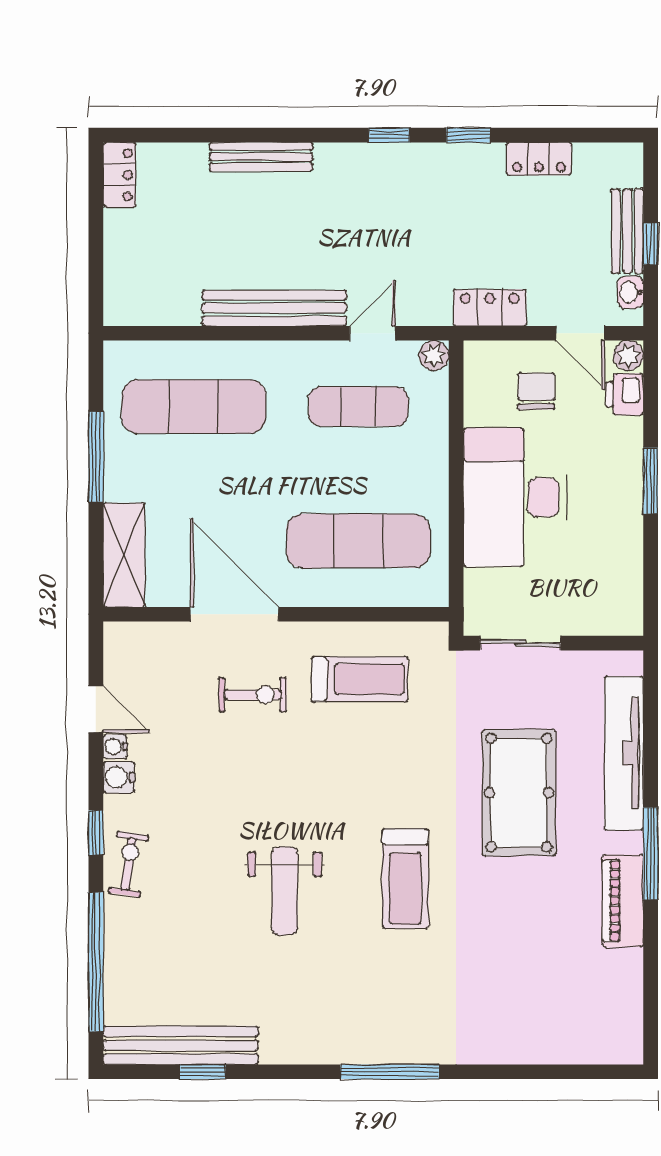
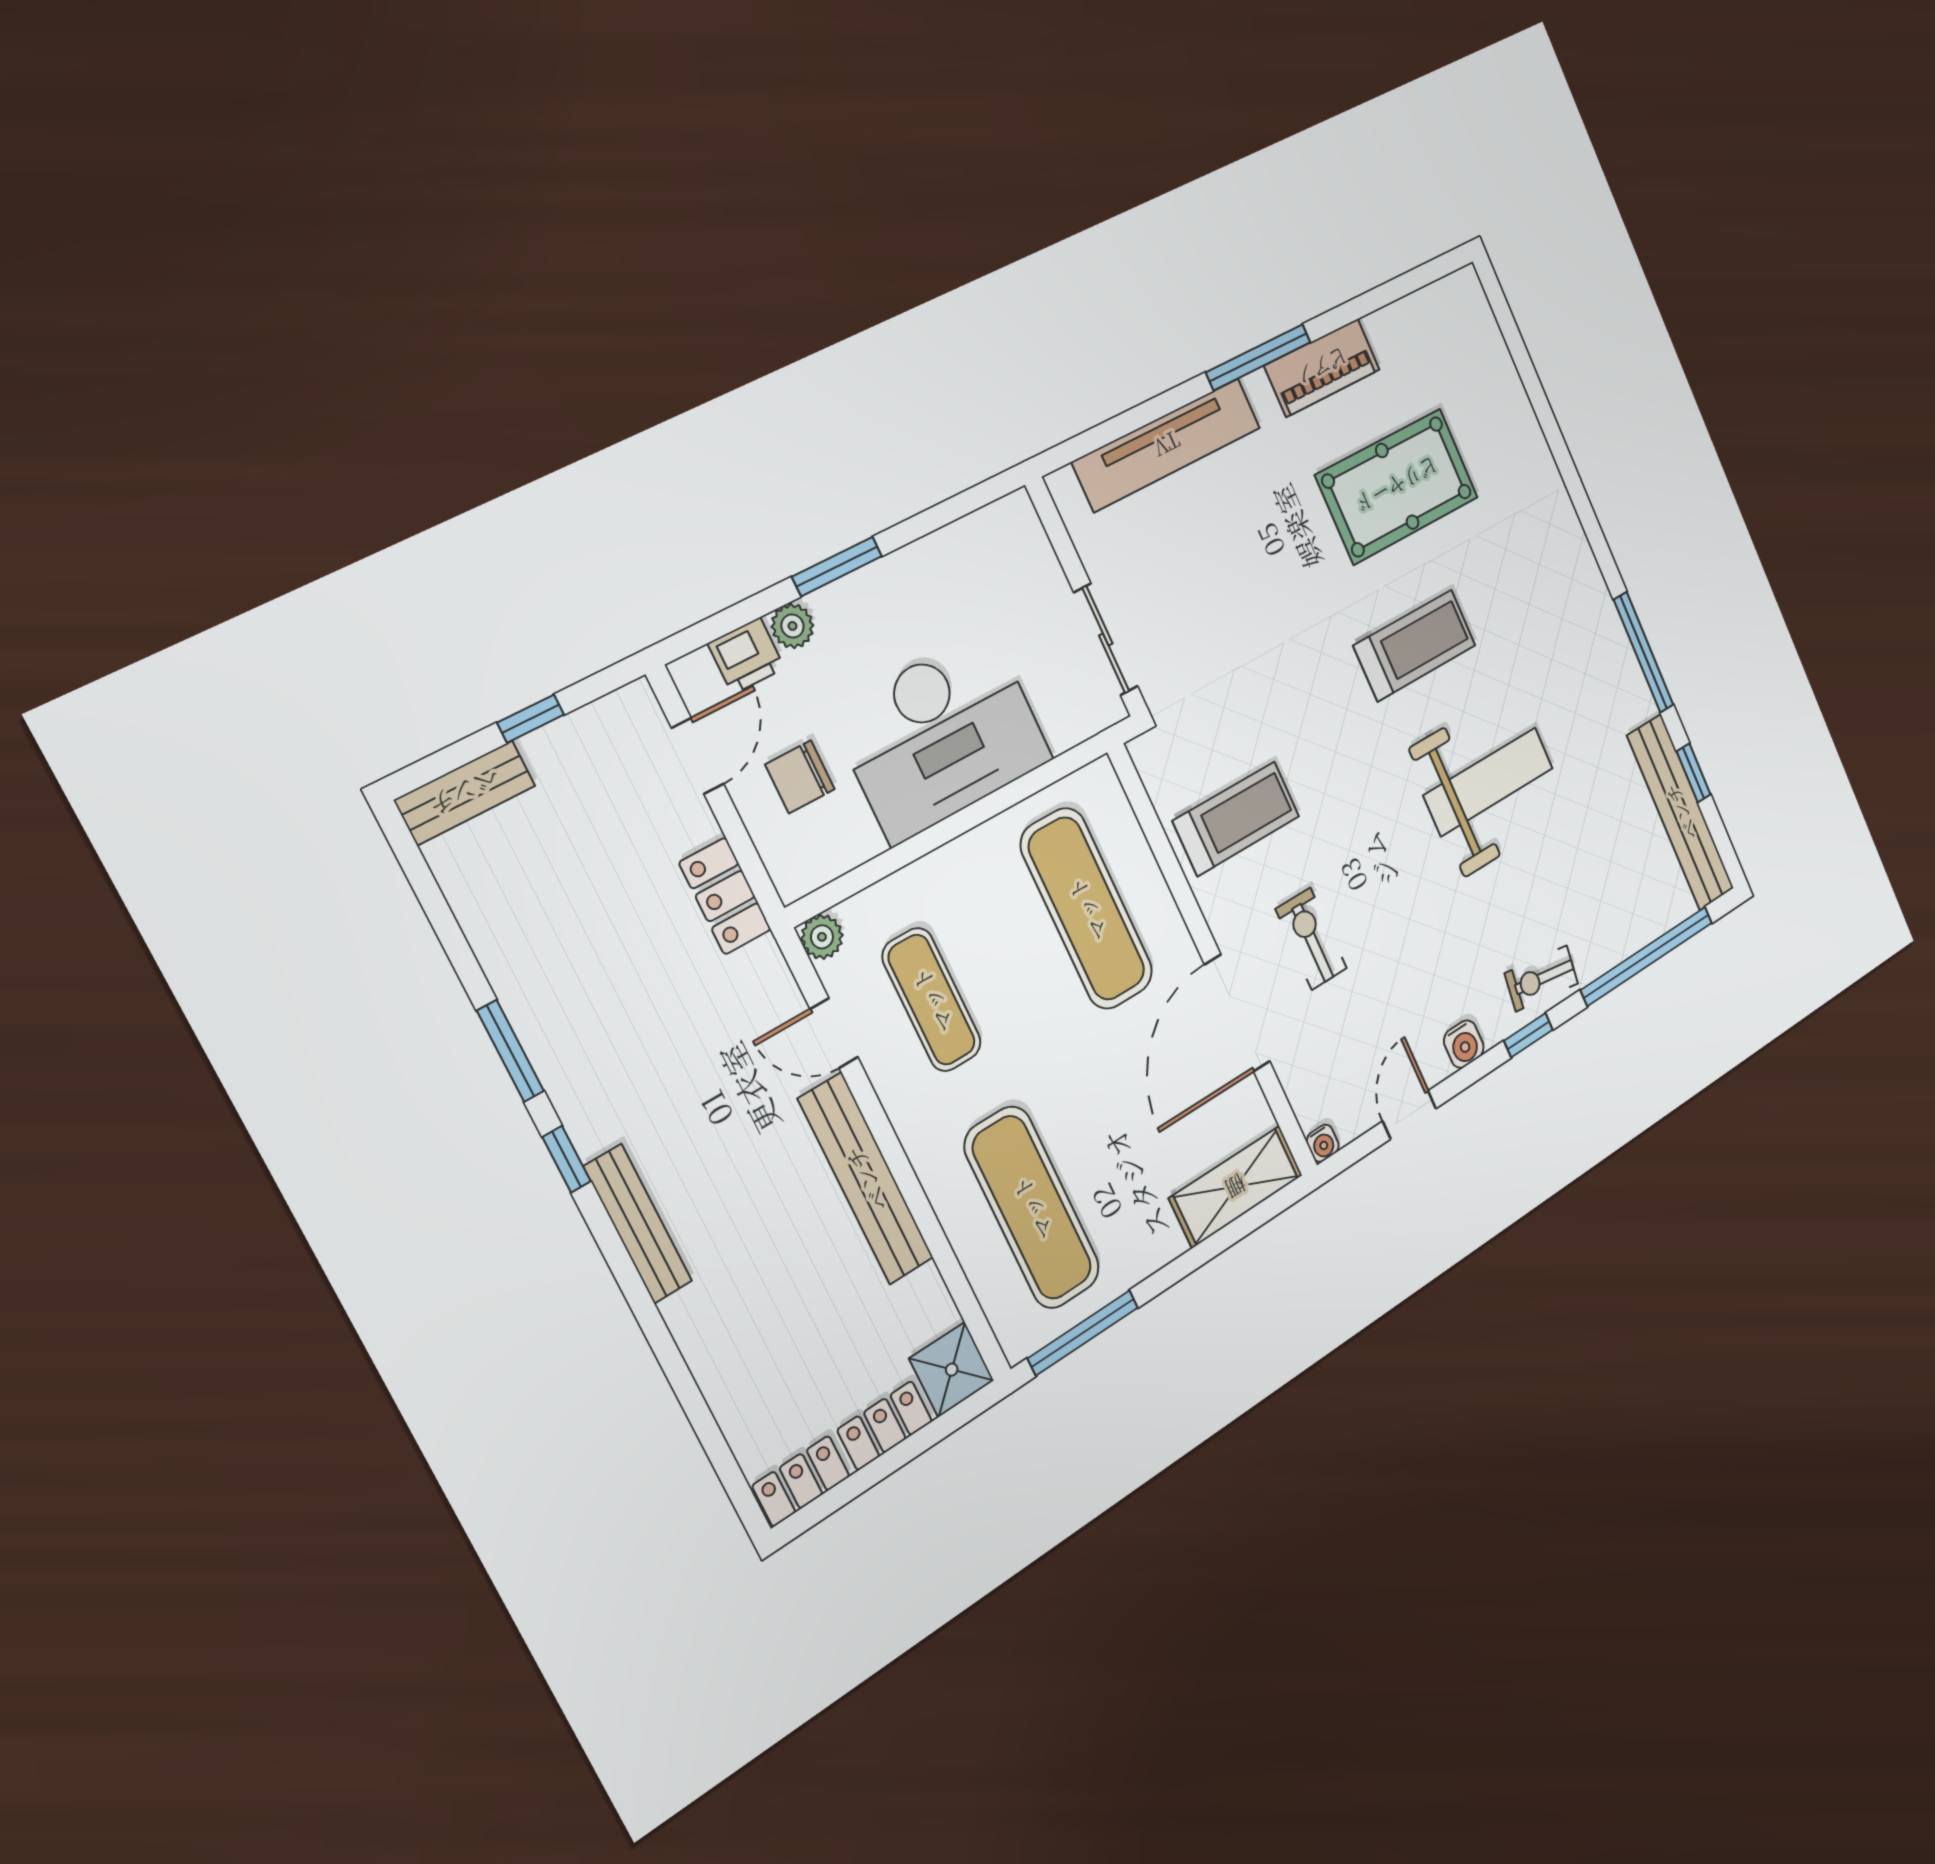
window: (468, 135) -> (510, 1051), width x1.50
bench: (261, 157) -> (638, 1224), moved
locker: (539, 159) -> (885, 1426), moved, turned -90
bench: (627, 231) -> (465, 793), moved
washbasin: (630, 292) -> (610, 714), removed
shower: (127, 302) -> (952, 1370), added
plant: (628, 356) -> (792, 626), moved
window: (96, 457) -> (1083, 1333), moved
treadmill: (360, 679) -> (1236, 819), turned 90
water cooler: (115, 747) -> (1323, 1143), moved
pool table: (519, 793) -> (1397, 486), moved
weight bench: (285, 891) -> (1489, 782), width x1.36, depth x1.33
window: (390, 1072) -> (1644, 652), moved

